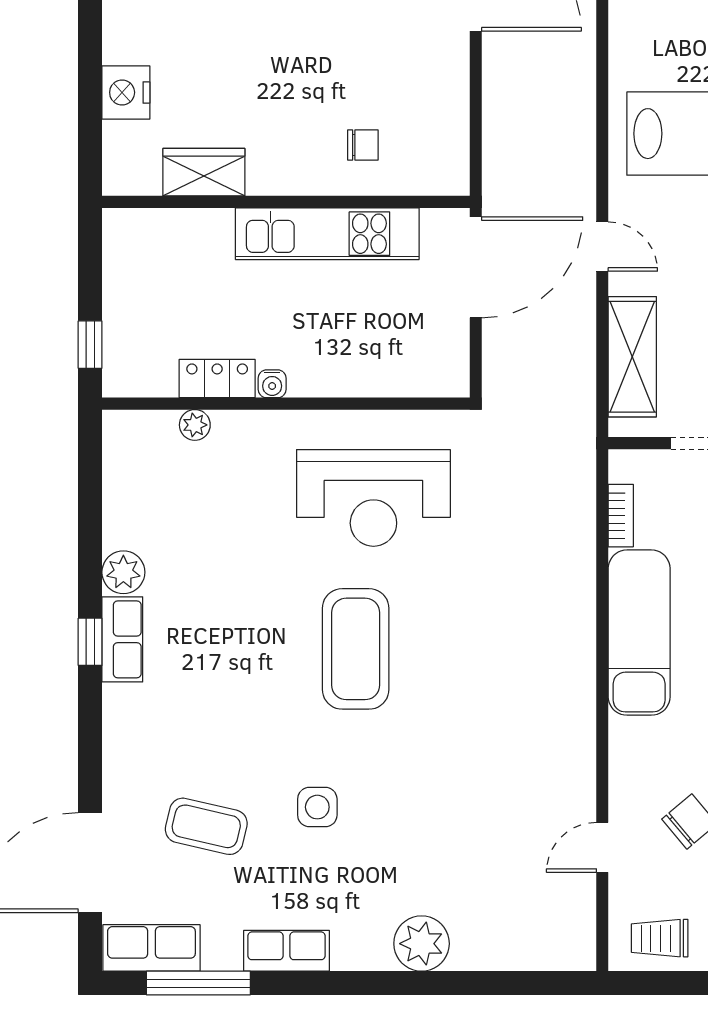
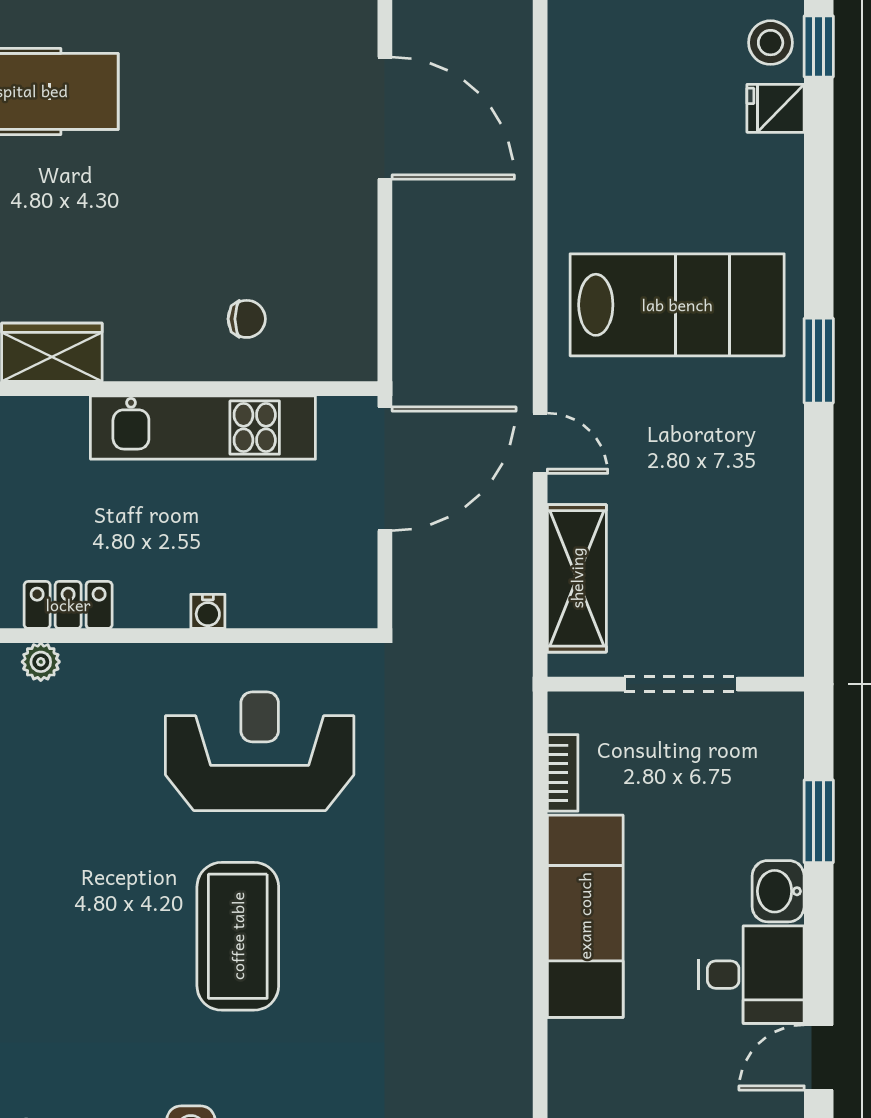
water cooler: (272, 384) -> (208, 611), moved
reception desk: (373, 498) -> (260, 751), turned 180

